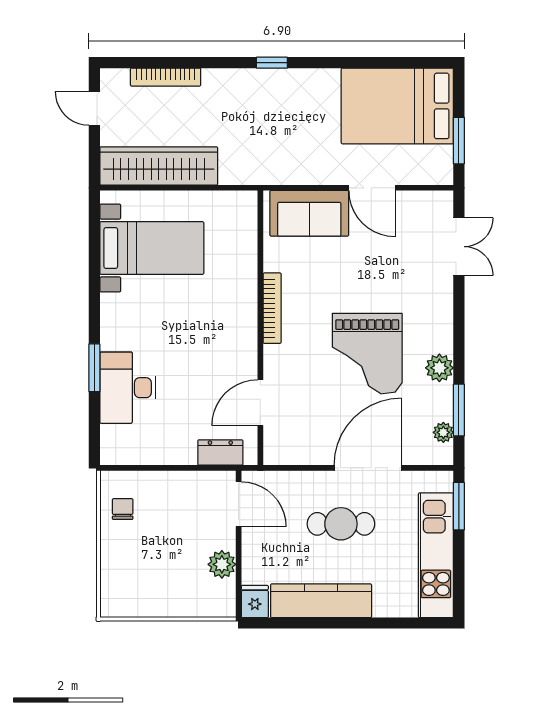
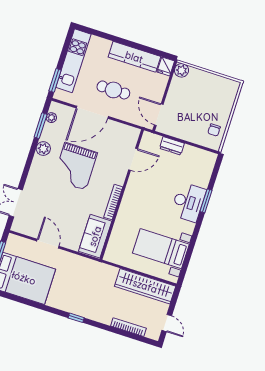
sofa: (309, 213) -> (95, 236), moved, turned -90
grand piano: (367, 354) -> (75, 166), turned 180
desk: (128, 388) -> (188, 202), moved
dresser: (220, 453) -> (172, 146), moved
plant: (222, 564) -> (182, 70), moved

